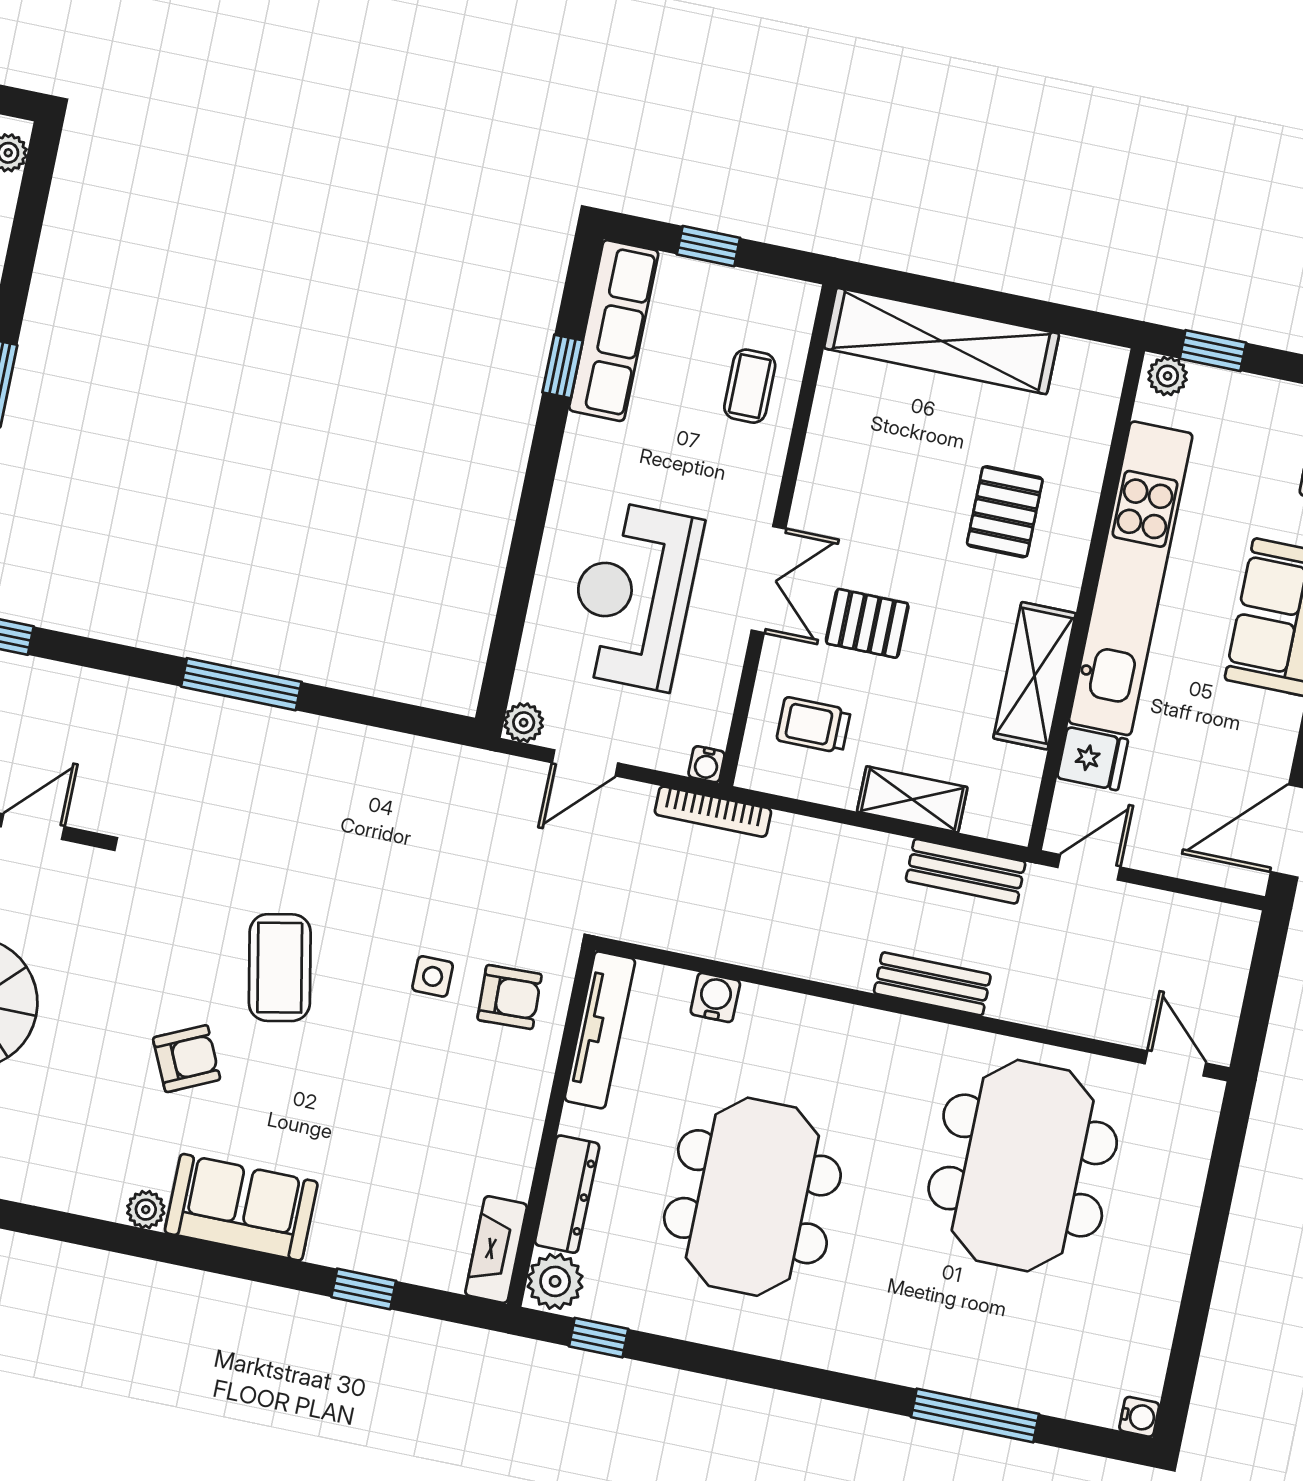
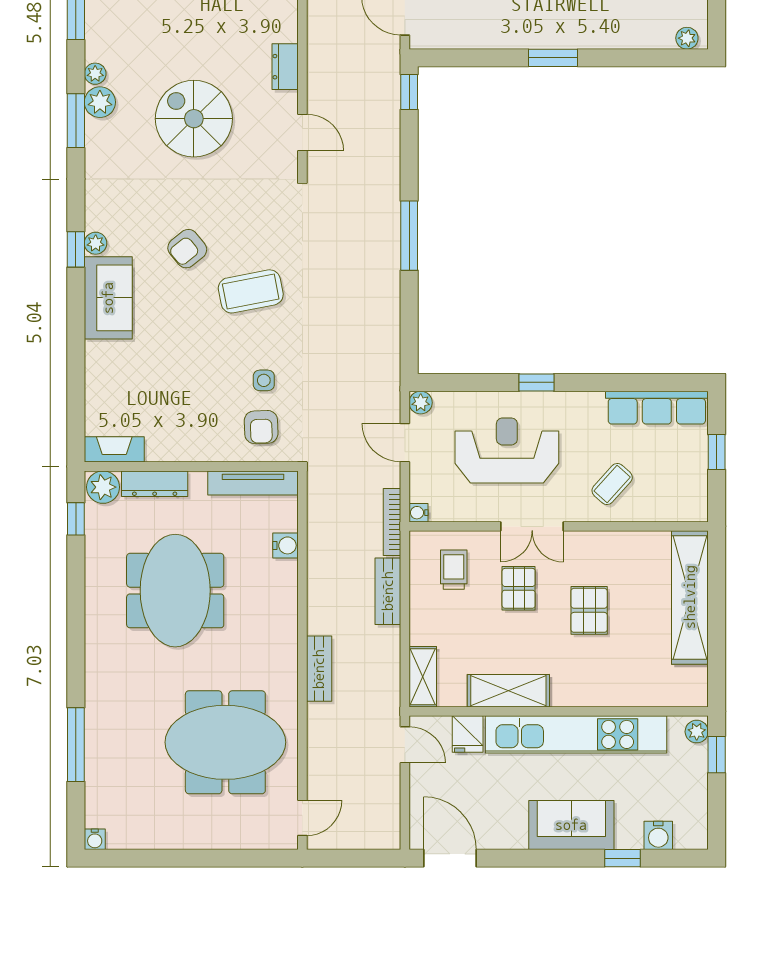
window: (563, 366) -> (536, 382), moved
coffee table: (750, 386) -> (612, 484), moved, turned -48
pallet: (1005, 512) -> (589, 610), moved, turned 90
shelving: (912, 799) -> (423, 677), moved
bench: (966, 871) -> (388, 591), moved
armchair: (187, 1059) -> (187, 249), turned 76
meeting table: (752, 1197) -> (175, 591), turned 90
window: (364, 1289) -> (76, 249), moved

